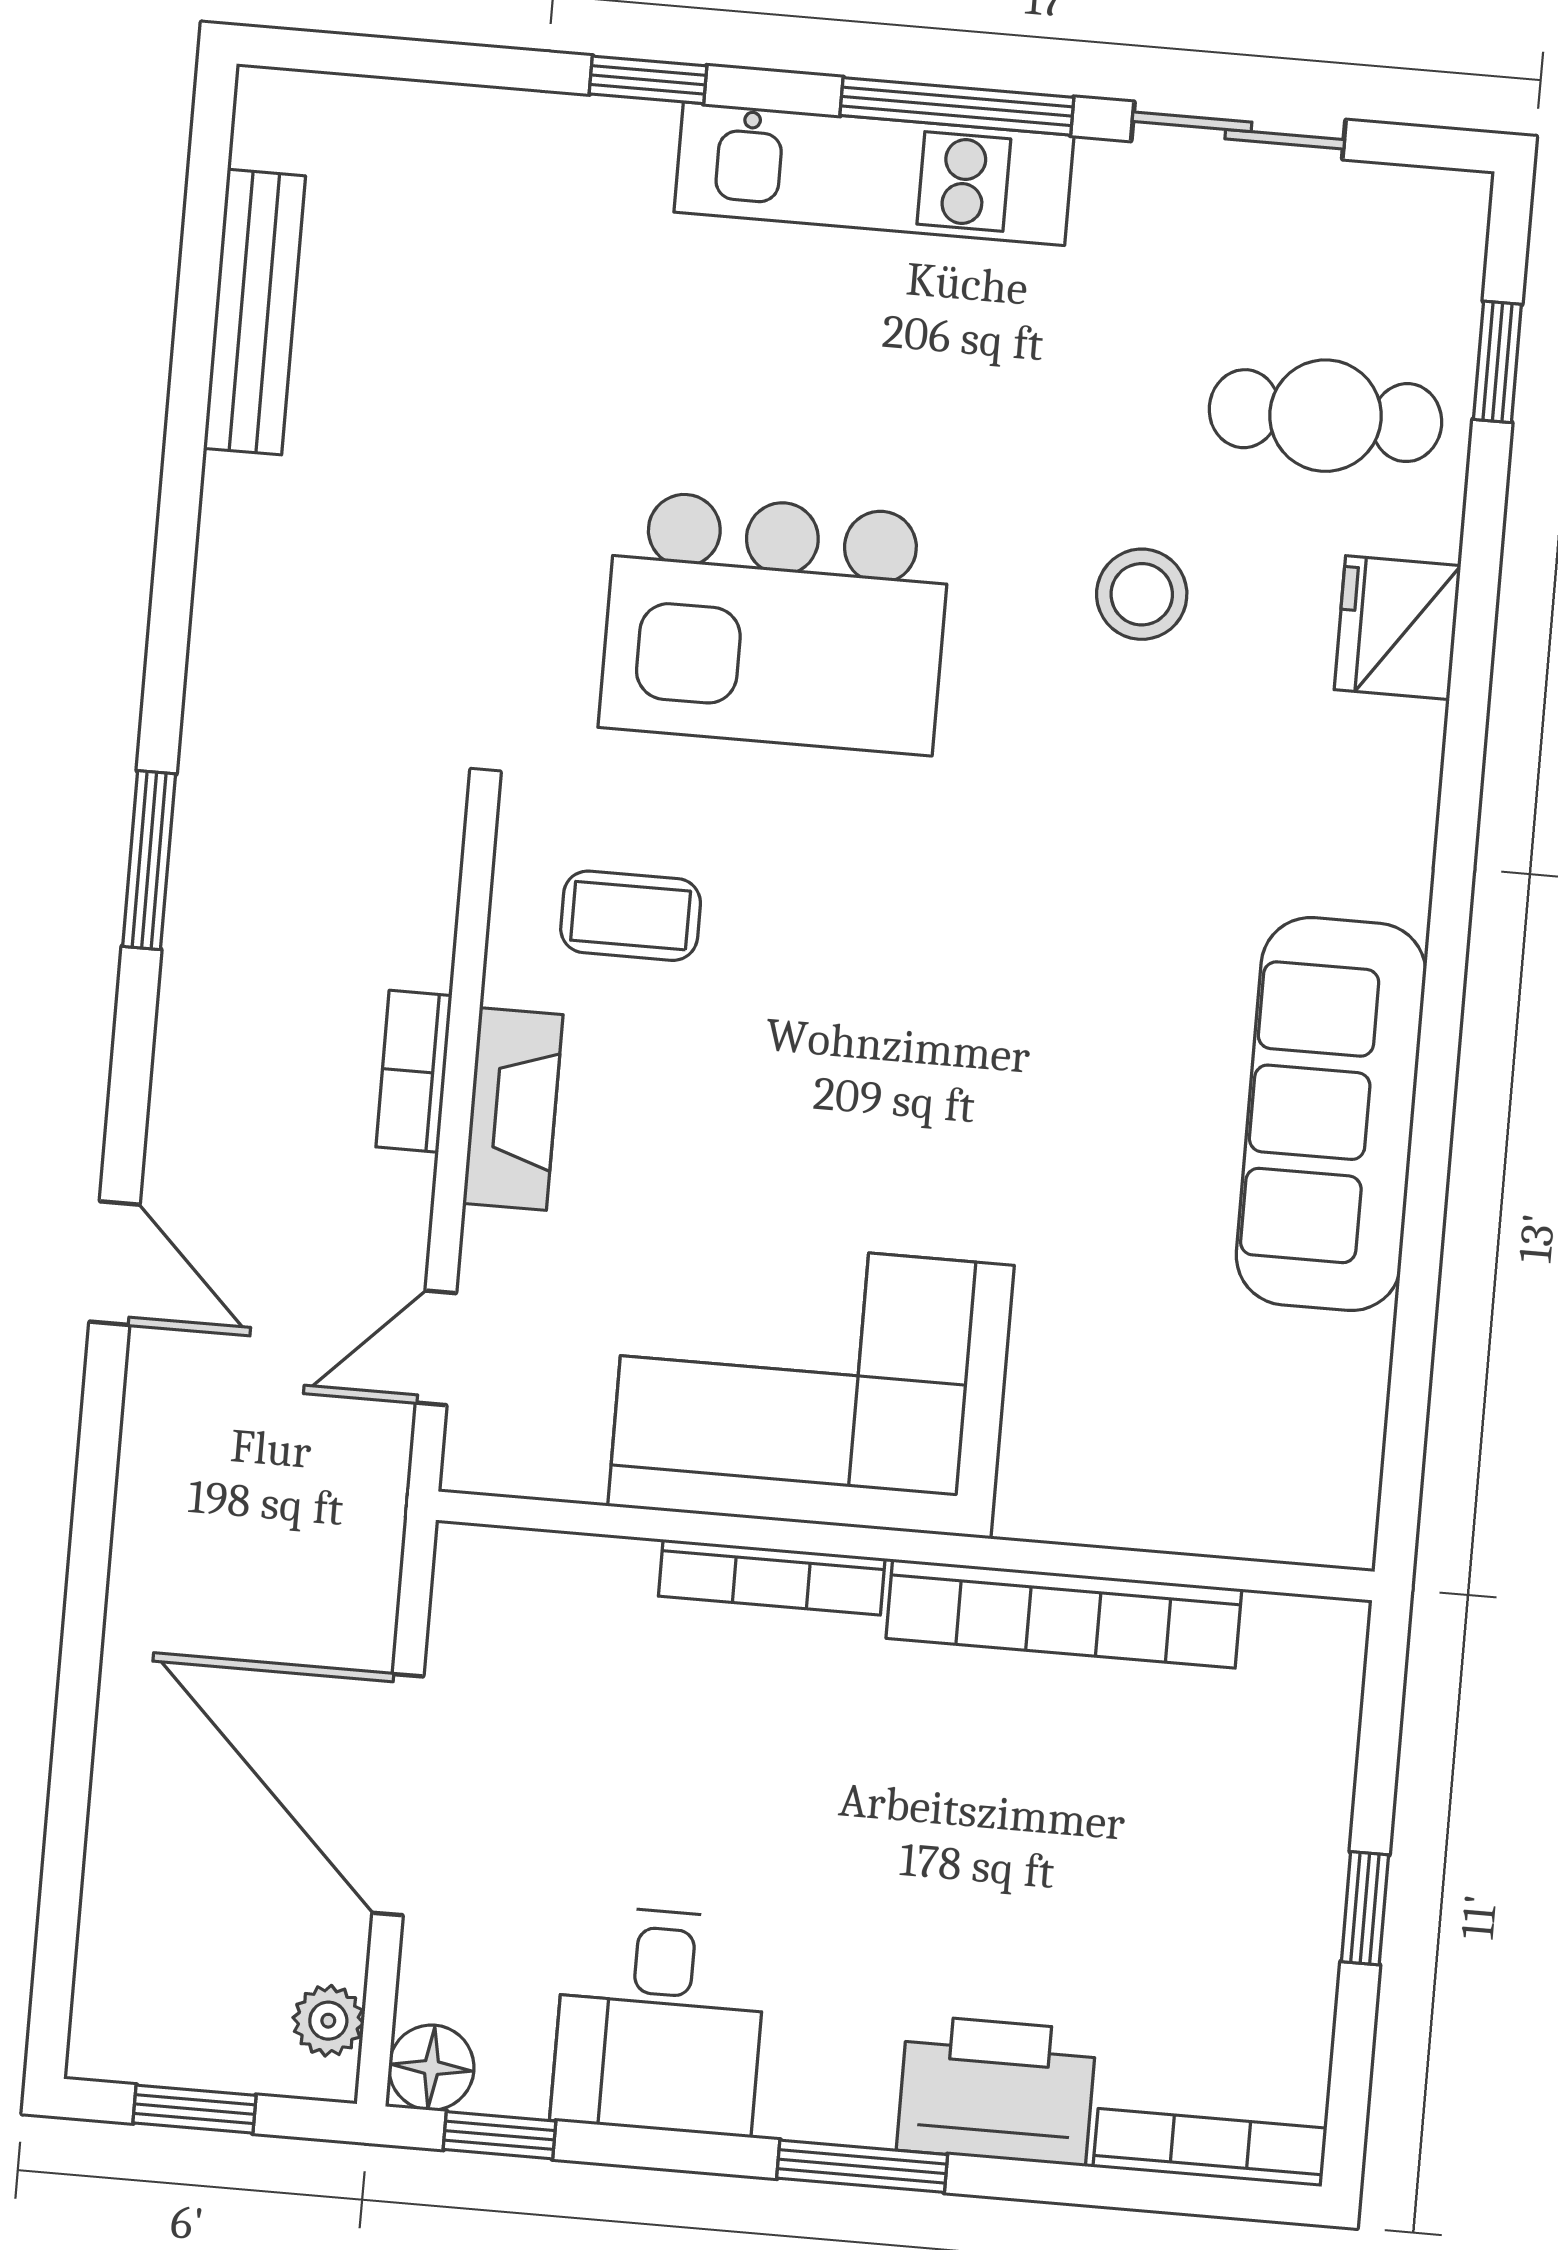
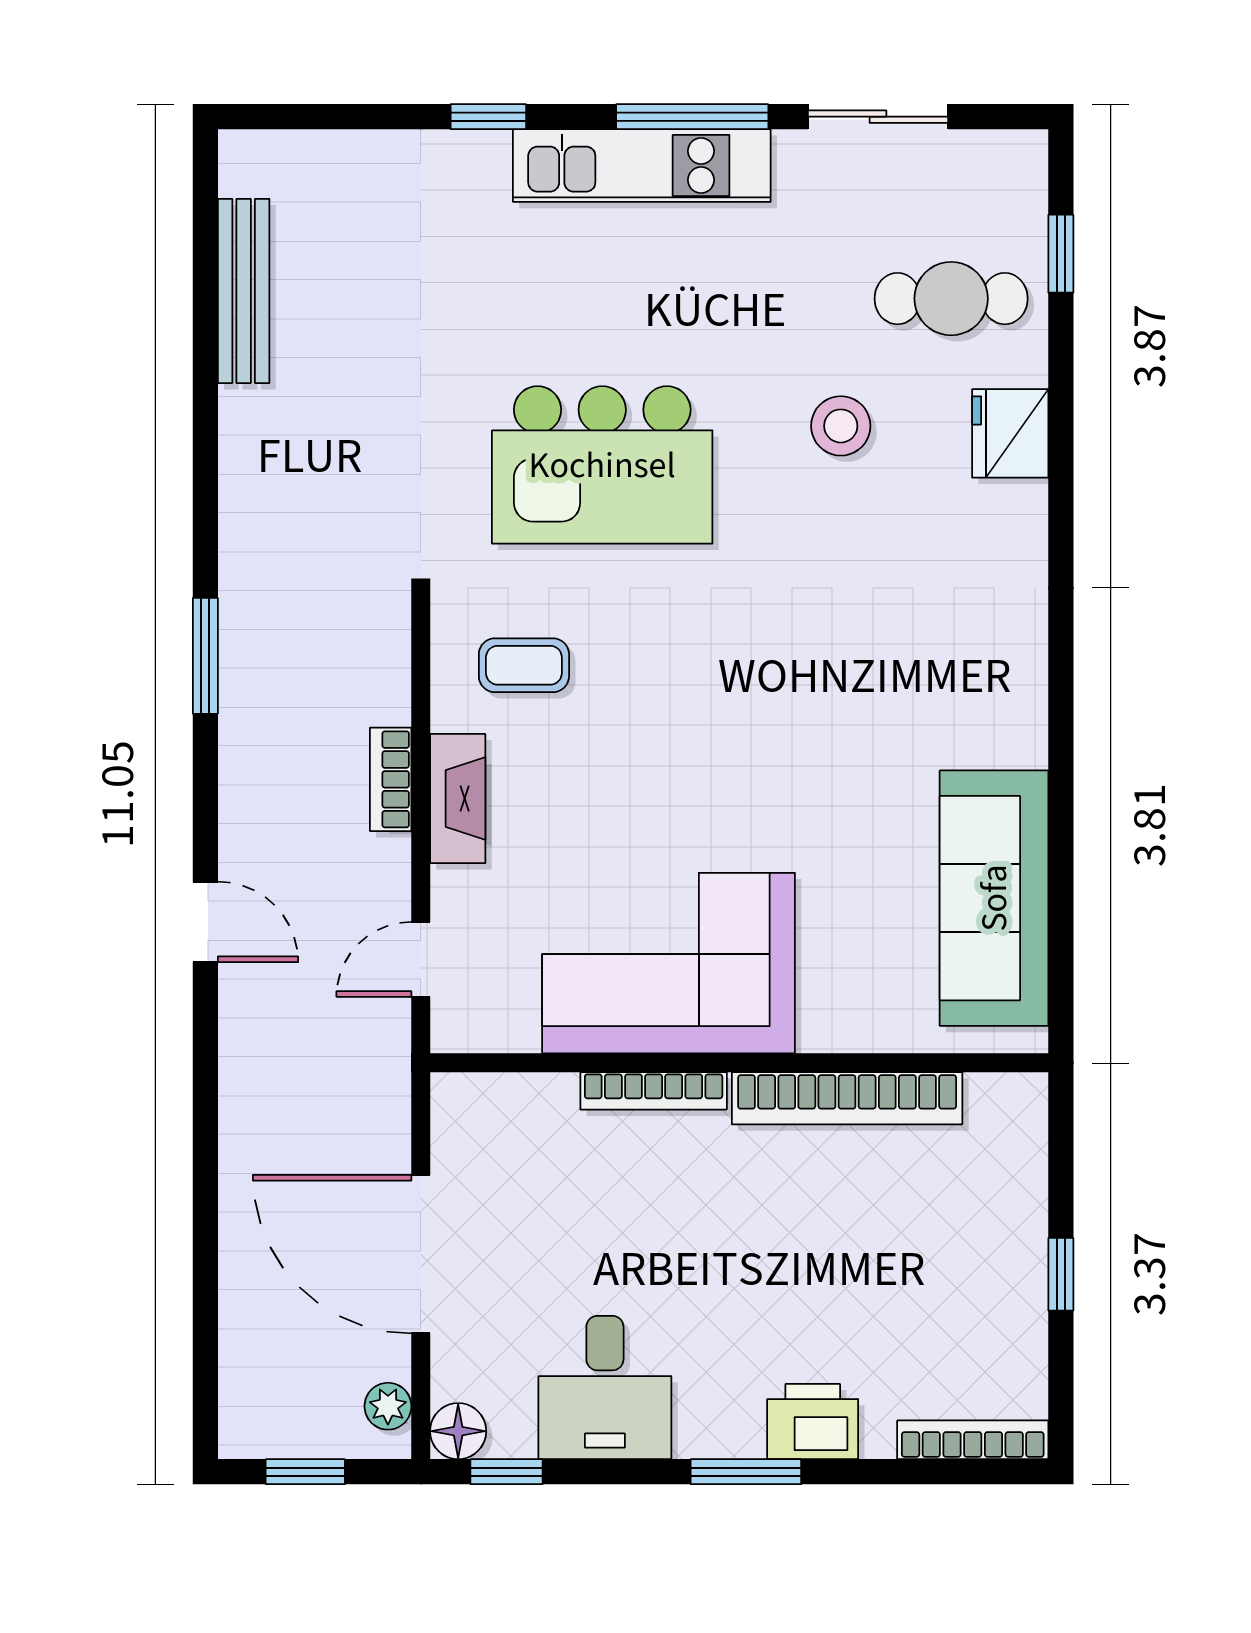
sofa: (1331, 1114) -> (994, 898), moved
printer: (997, 2090) -> (813, 1422), width x0.73, depth x0.84

